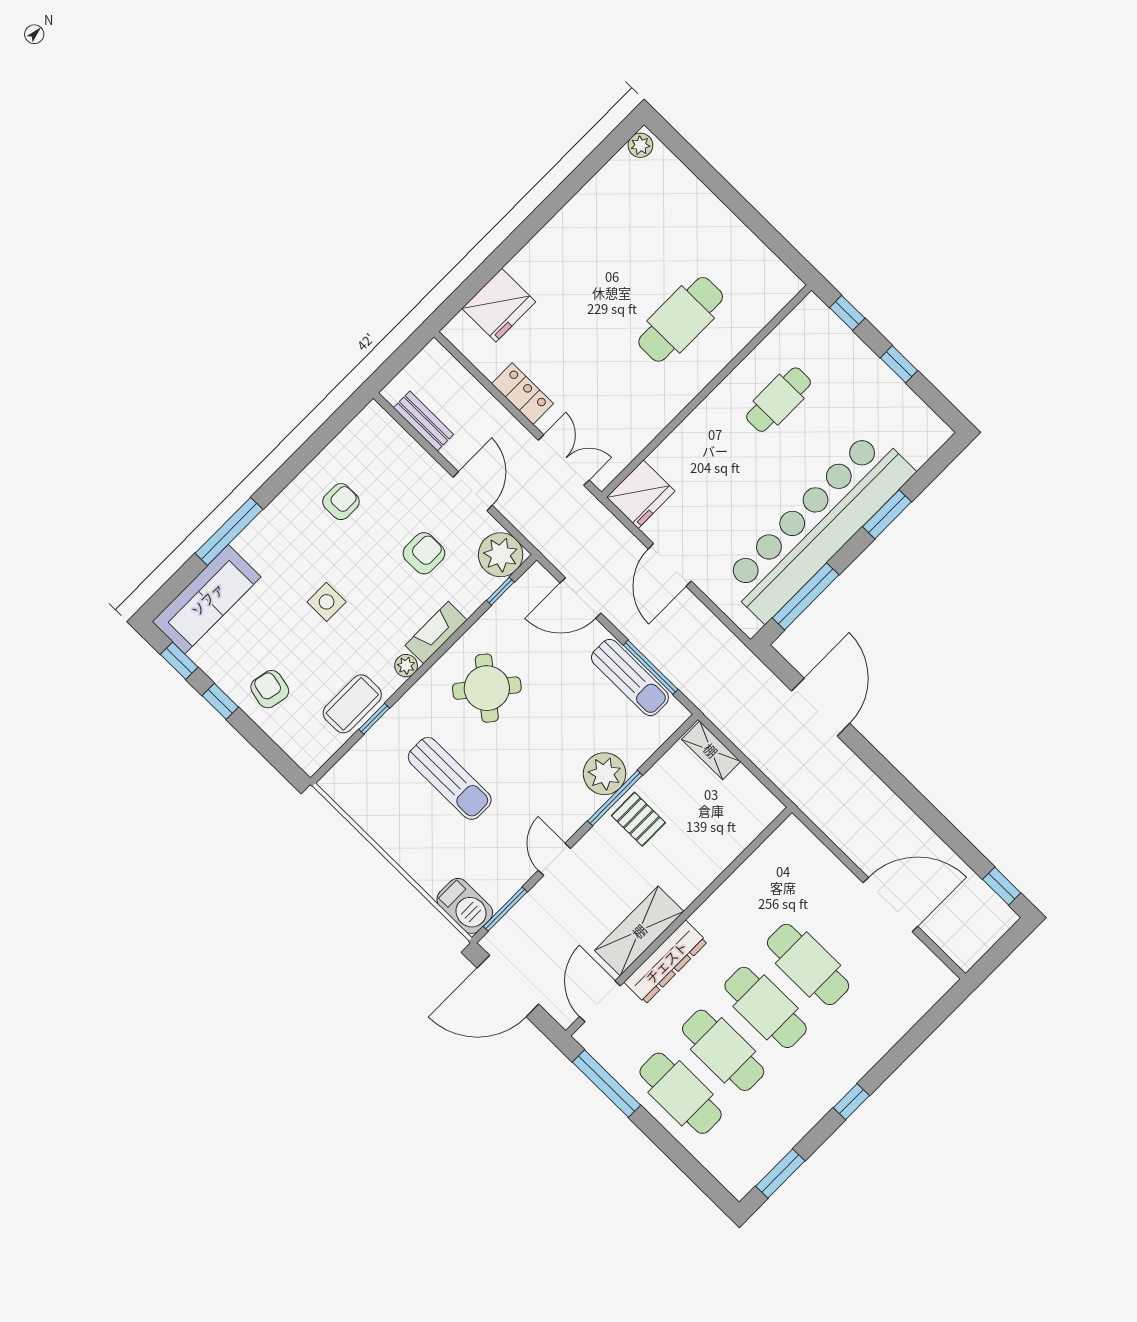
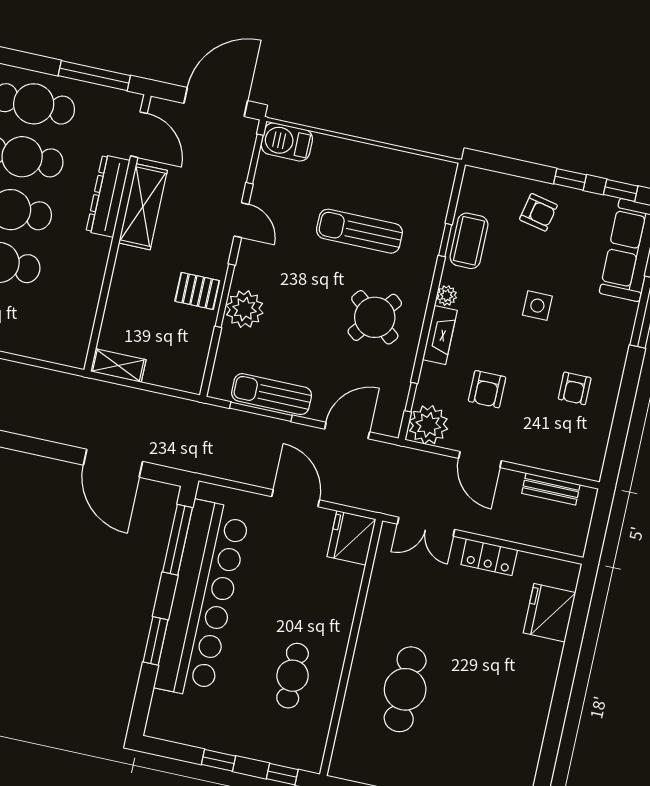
shelving: (711, 750) -> (118, 366), moved

